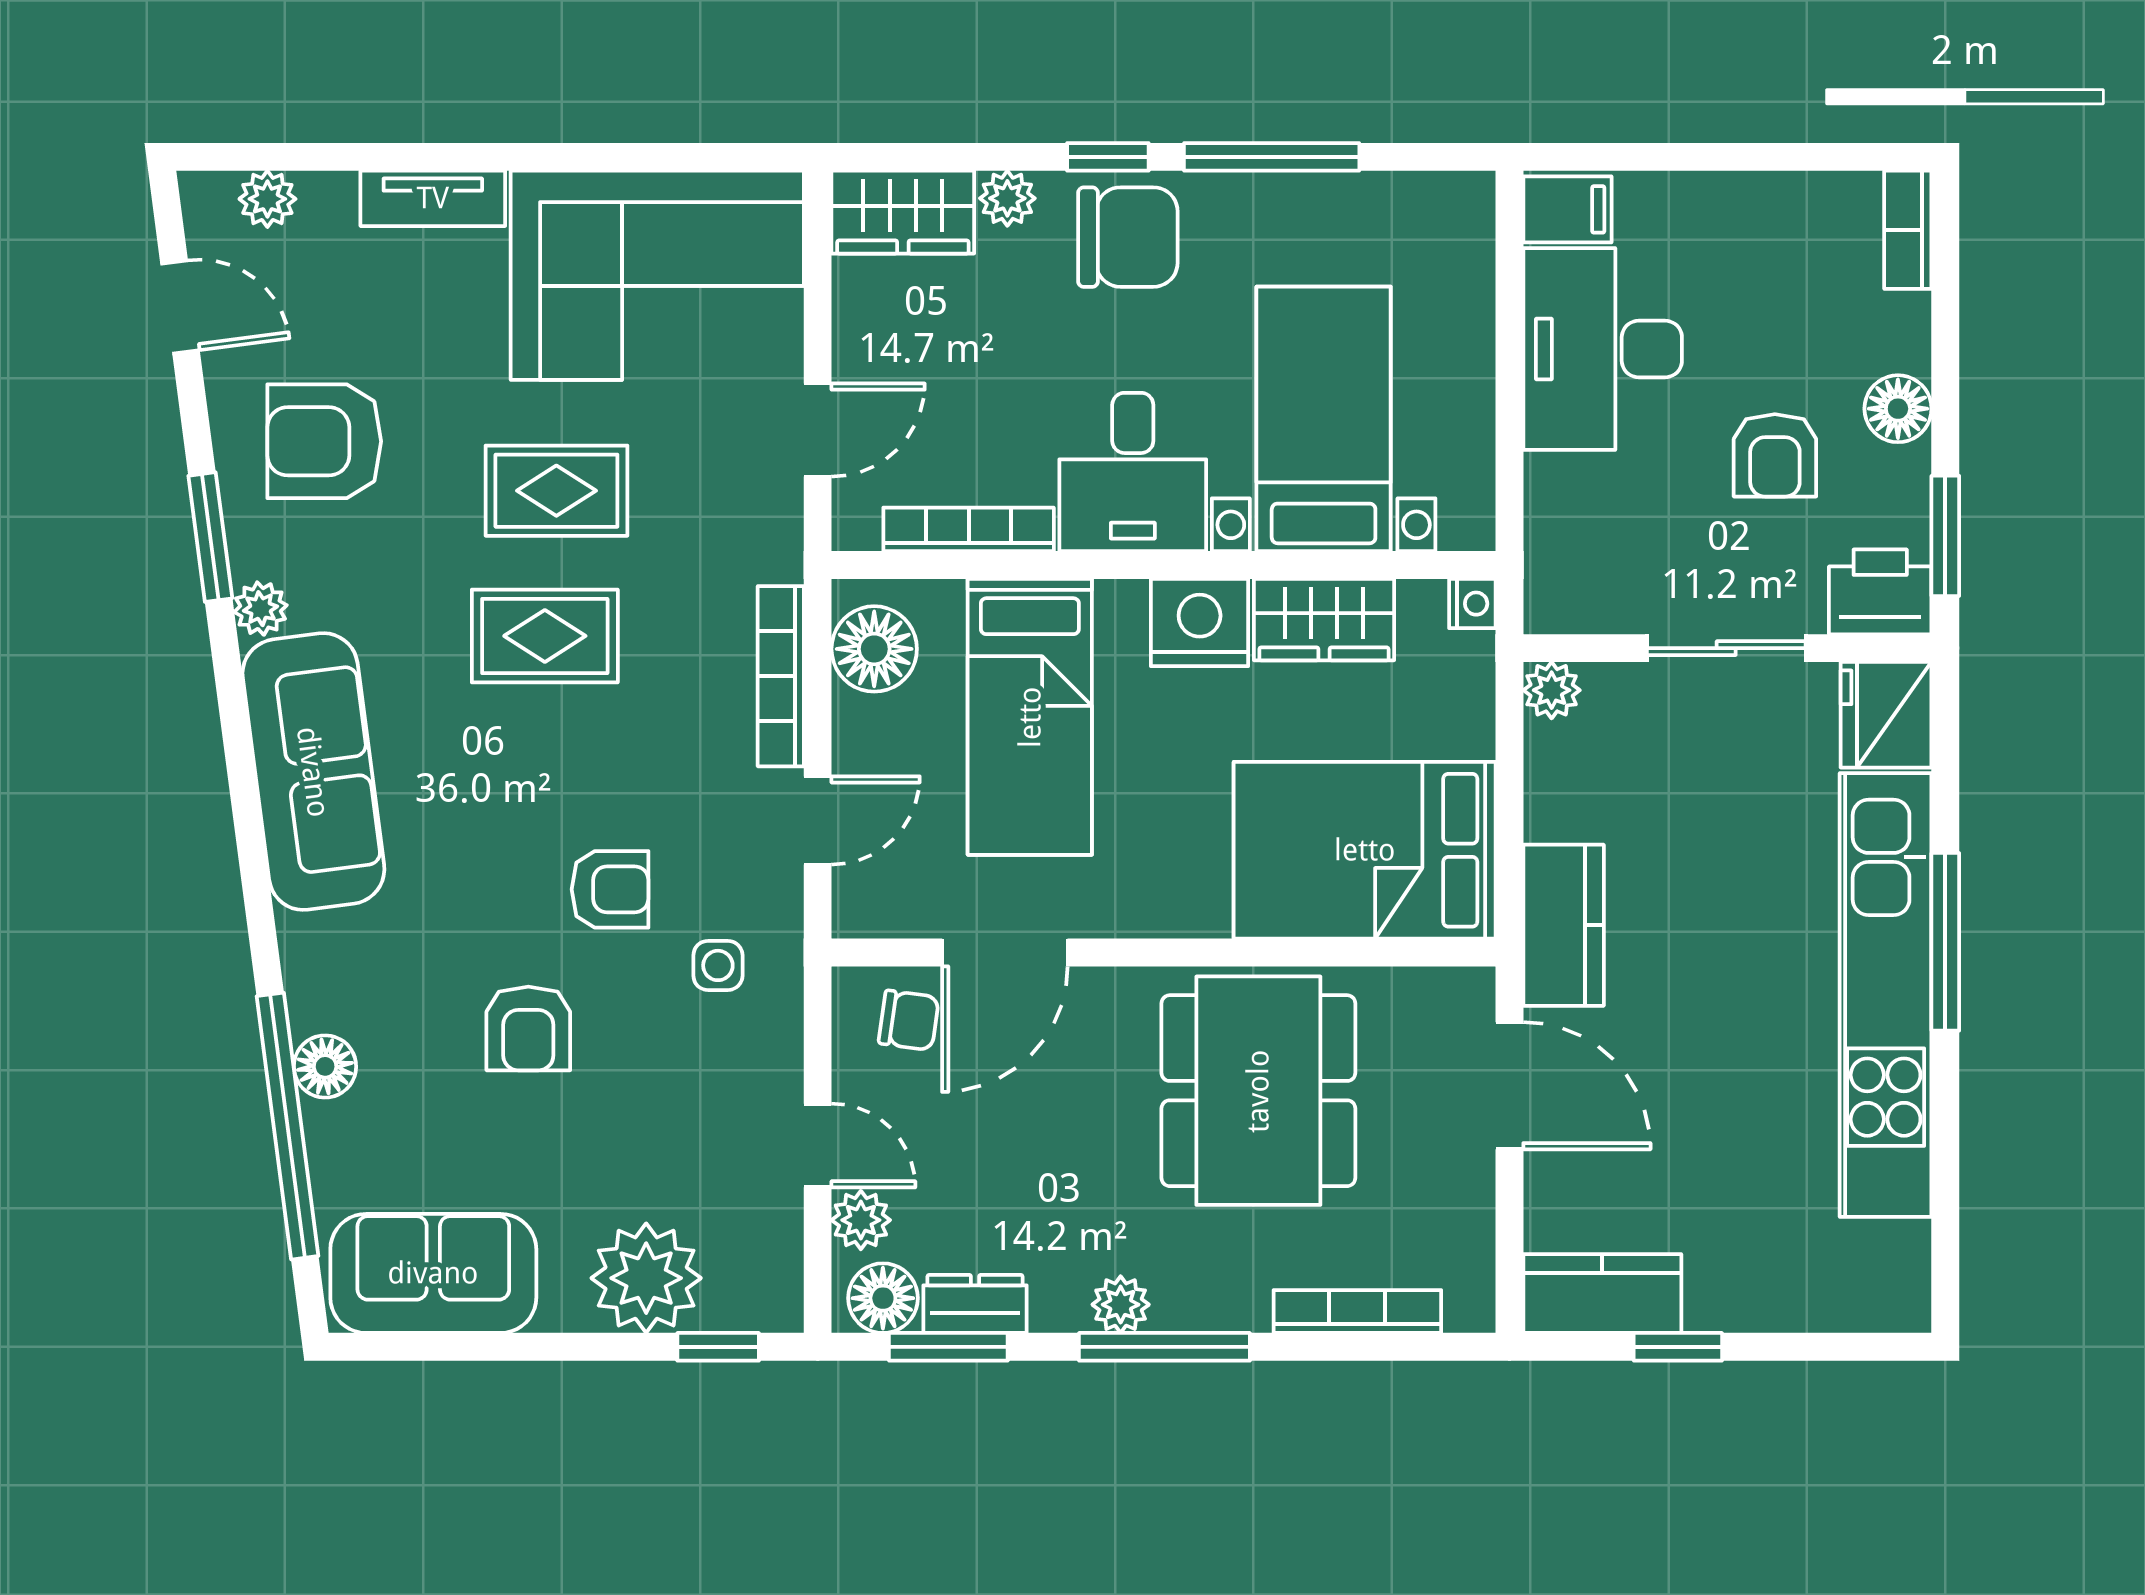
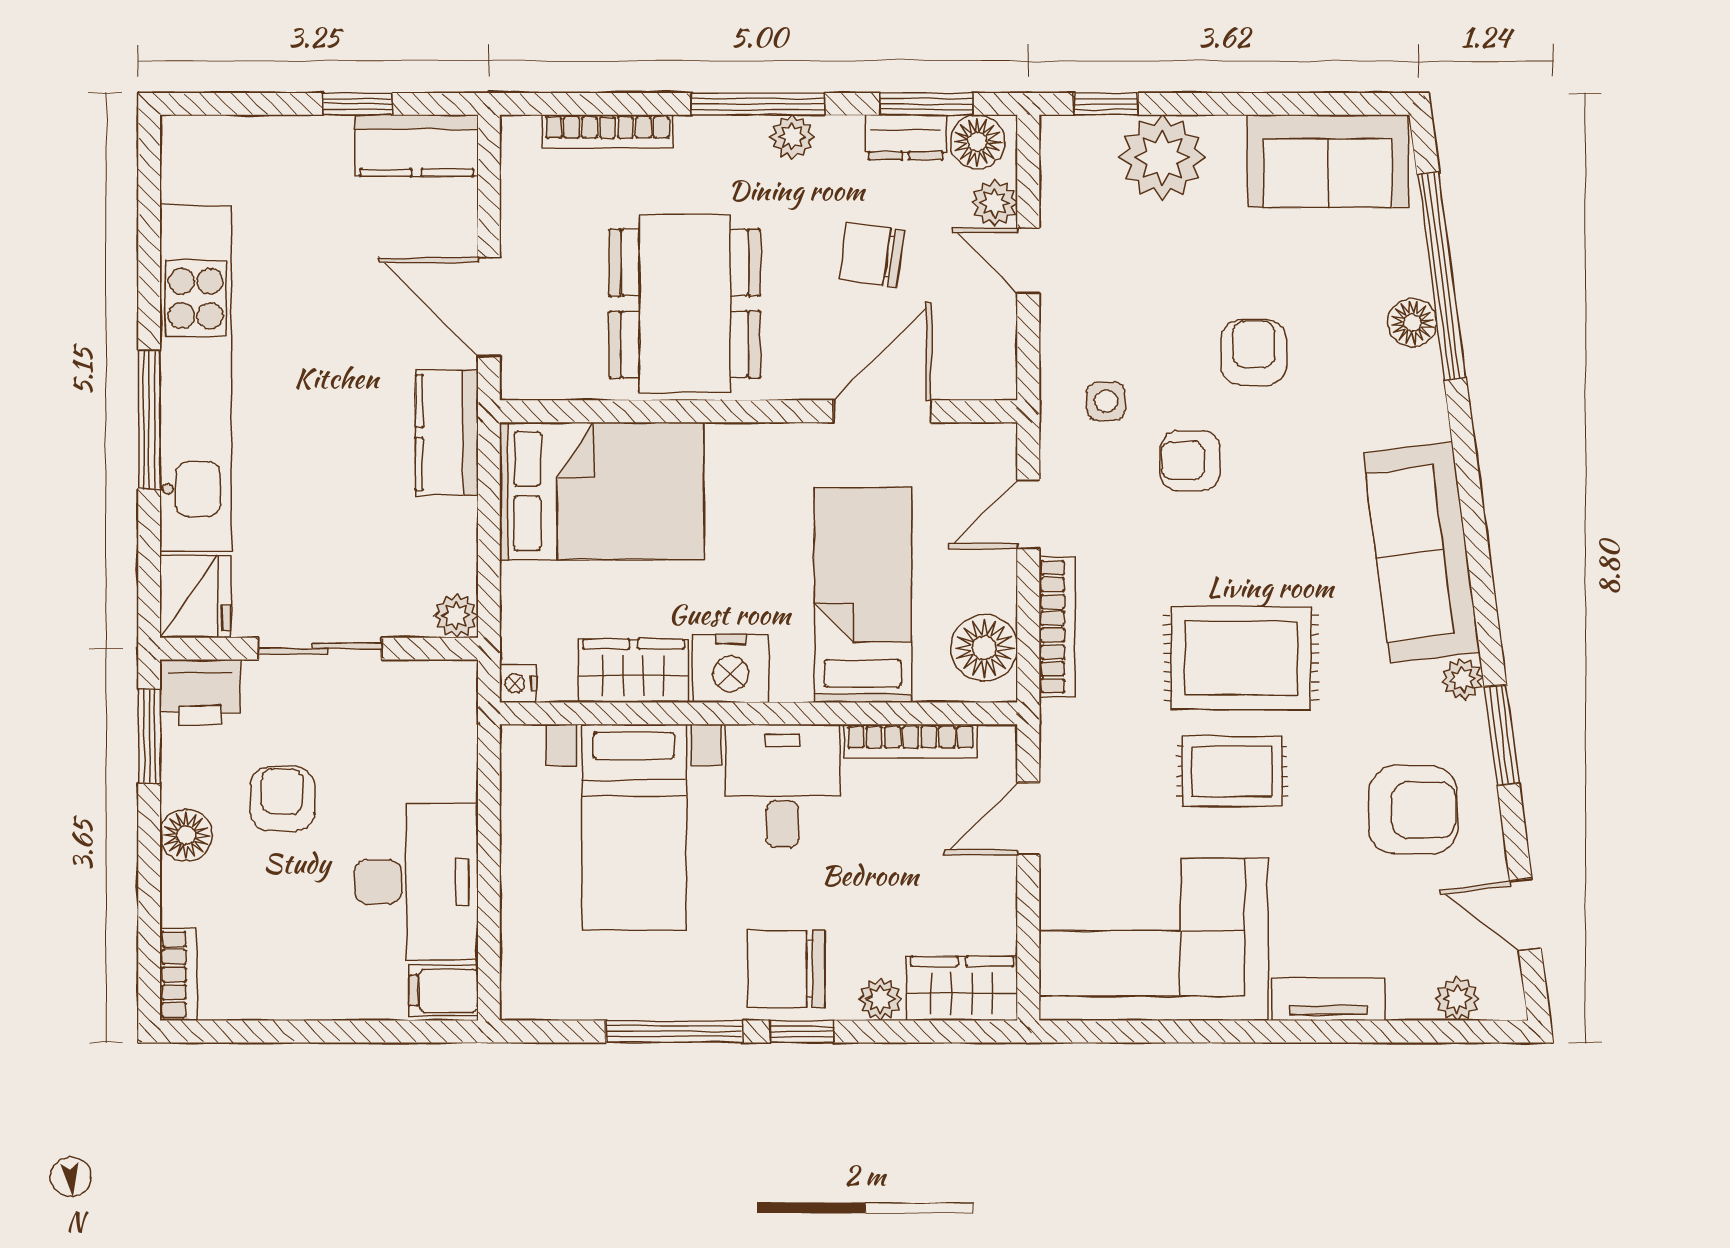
rug: (545, 636) -> (1241, 658), width x1.36, depth x1.43
chair: (909, 1020) -> (872, 255), moved, width x1.37, depth x1.37

